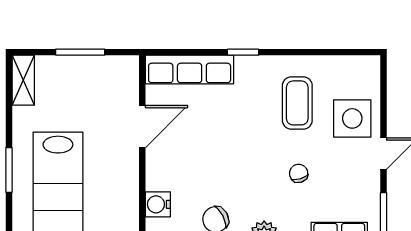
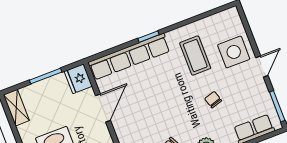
row of seats: (190, 70) -> (129, 57), width x1.36
fridge: (124, 73) -> (78, 79), added

